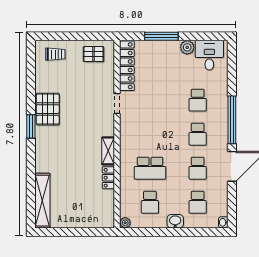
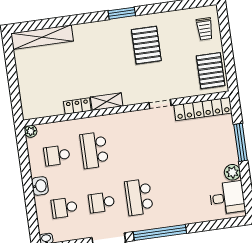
pallet: (94, 54) -> (211, 71), width x1.50, depth x1.42
school desk: (198, 100) -> (176, 192), removed
pallet: (48, 109) -> (146, 45), moved, turned 90
school desk: (198, 134) -> (139, 197), width x1.85

